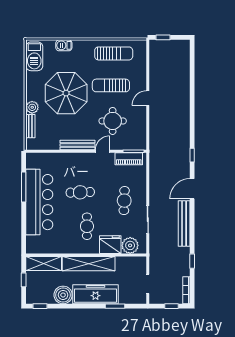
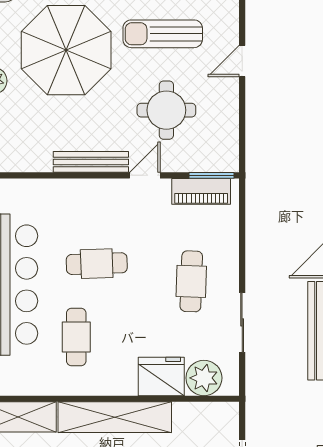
cafe table: (87, 226) -> (76, 337), moved

